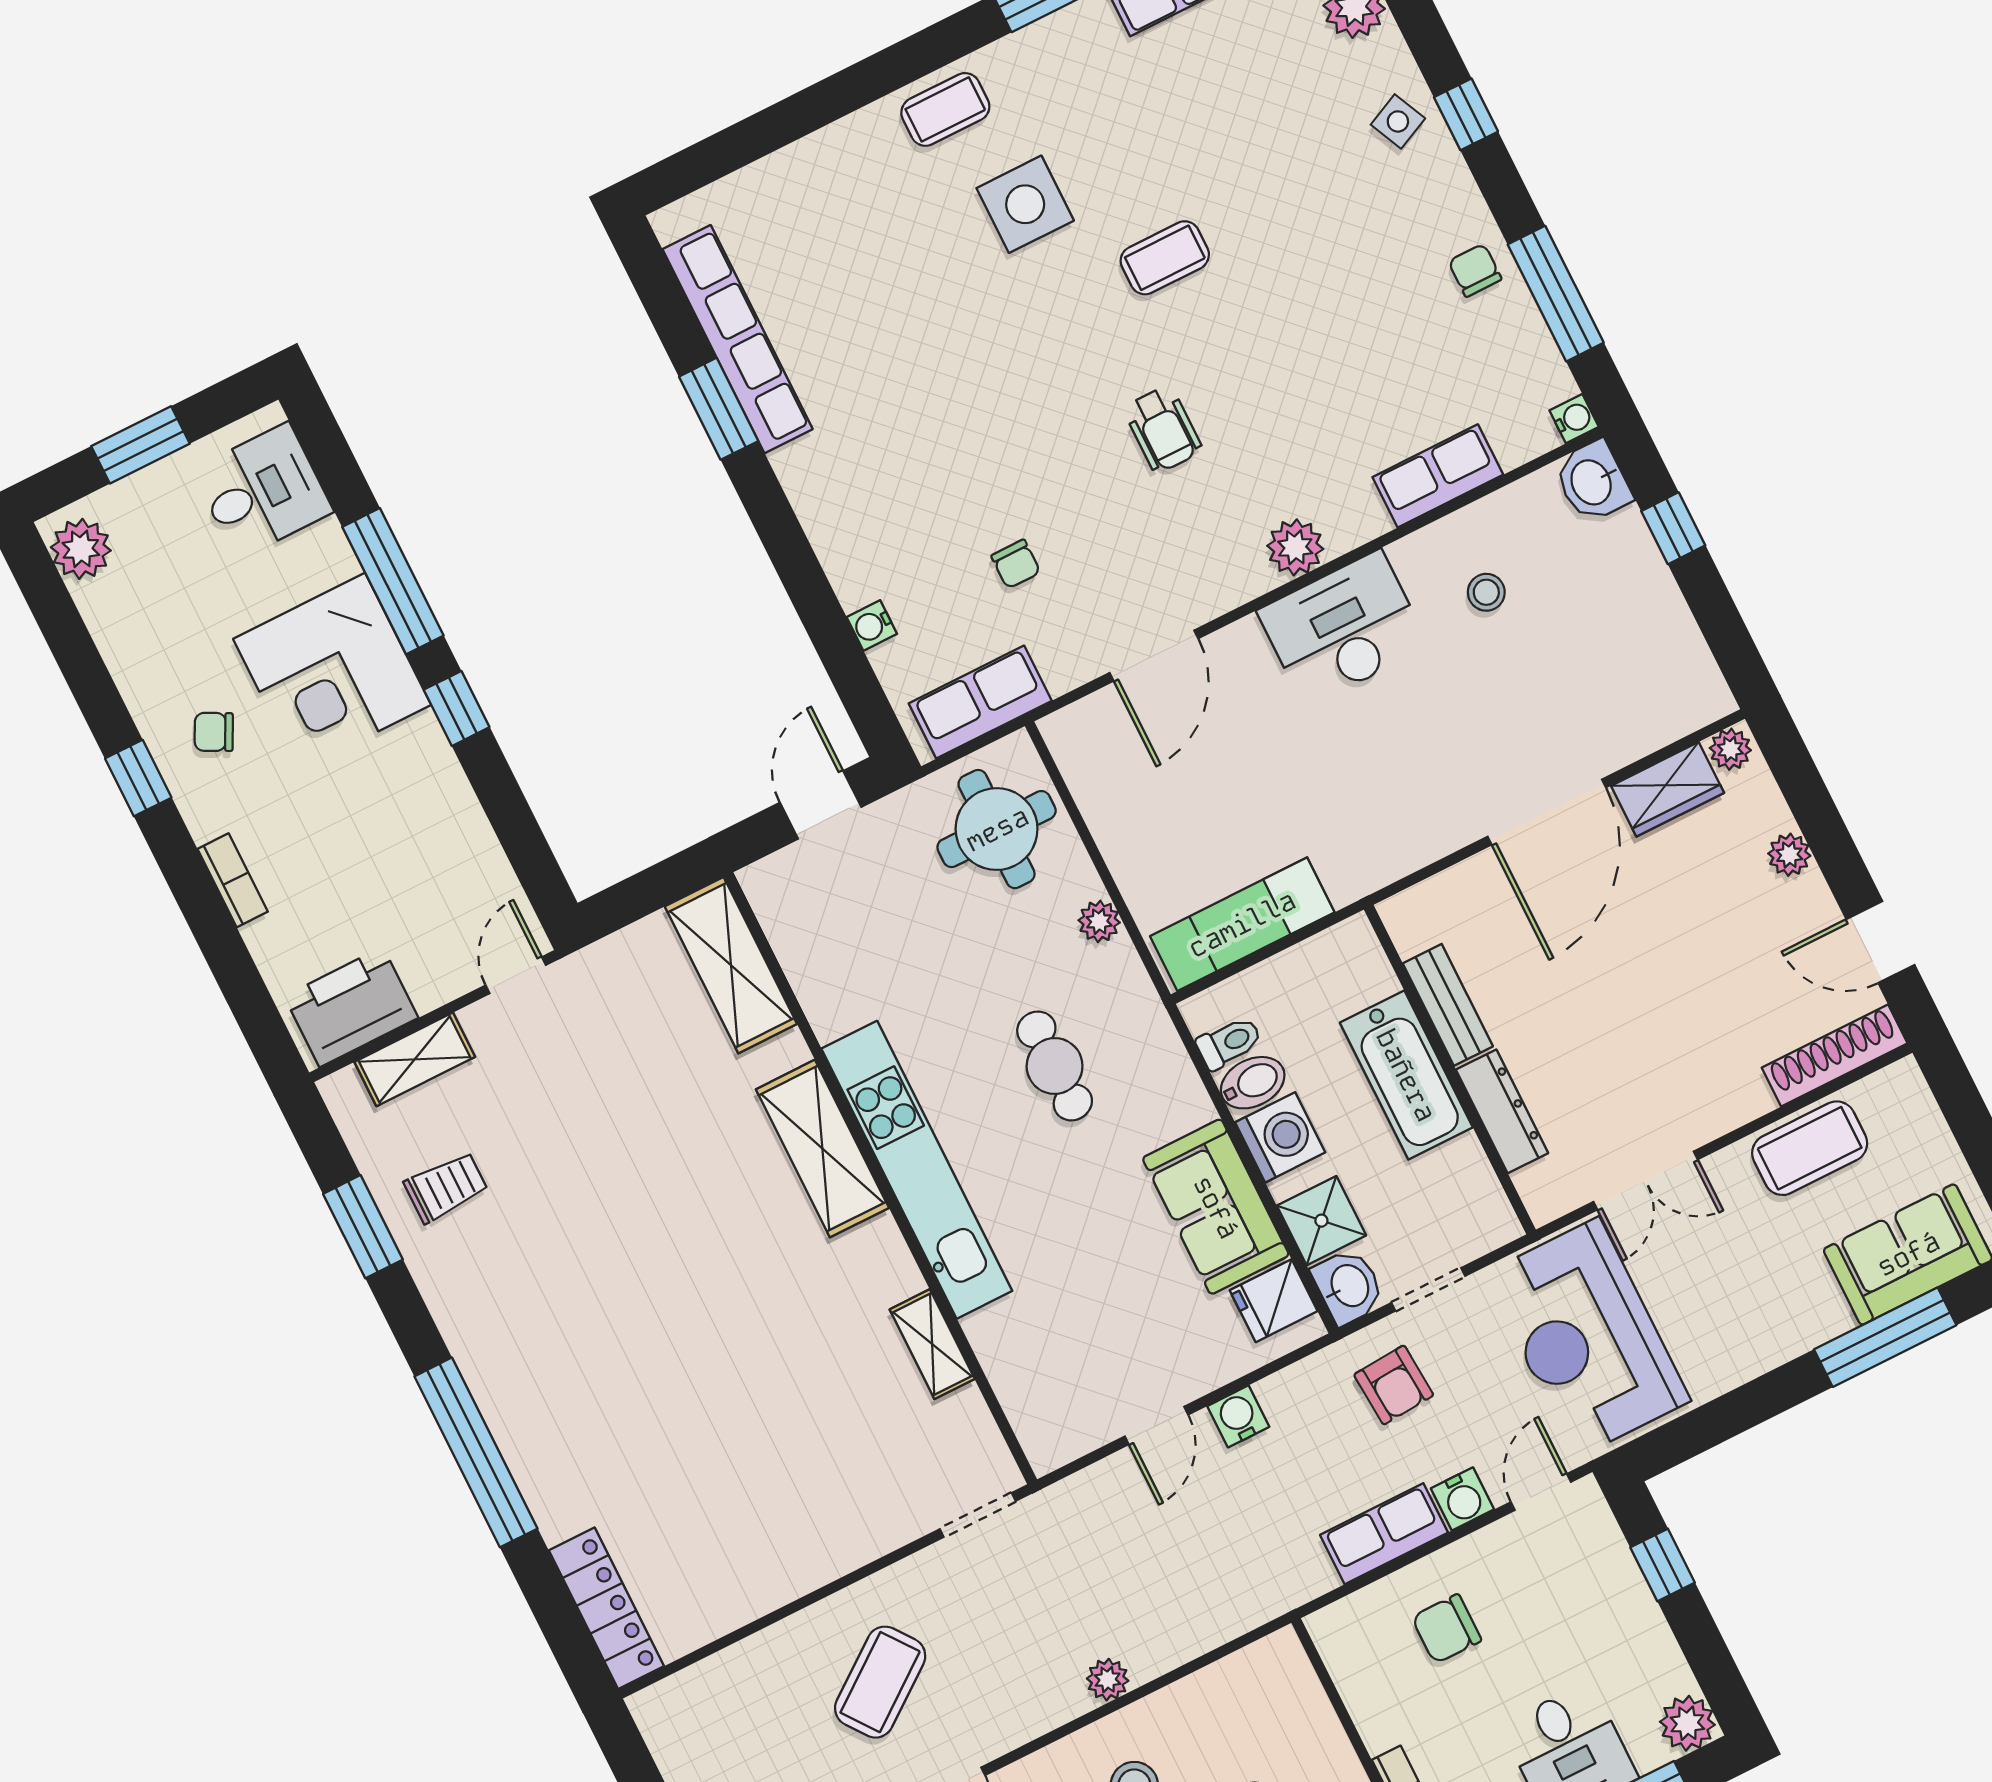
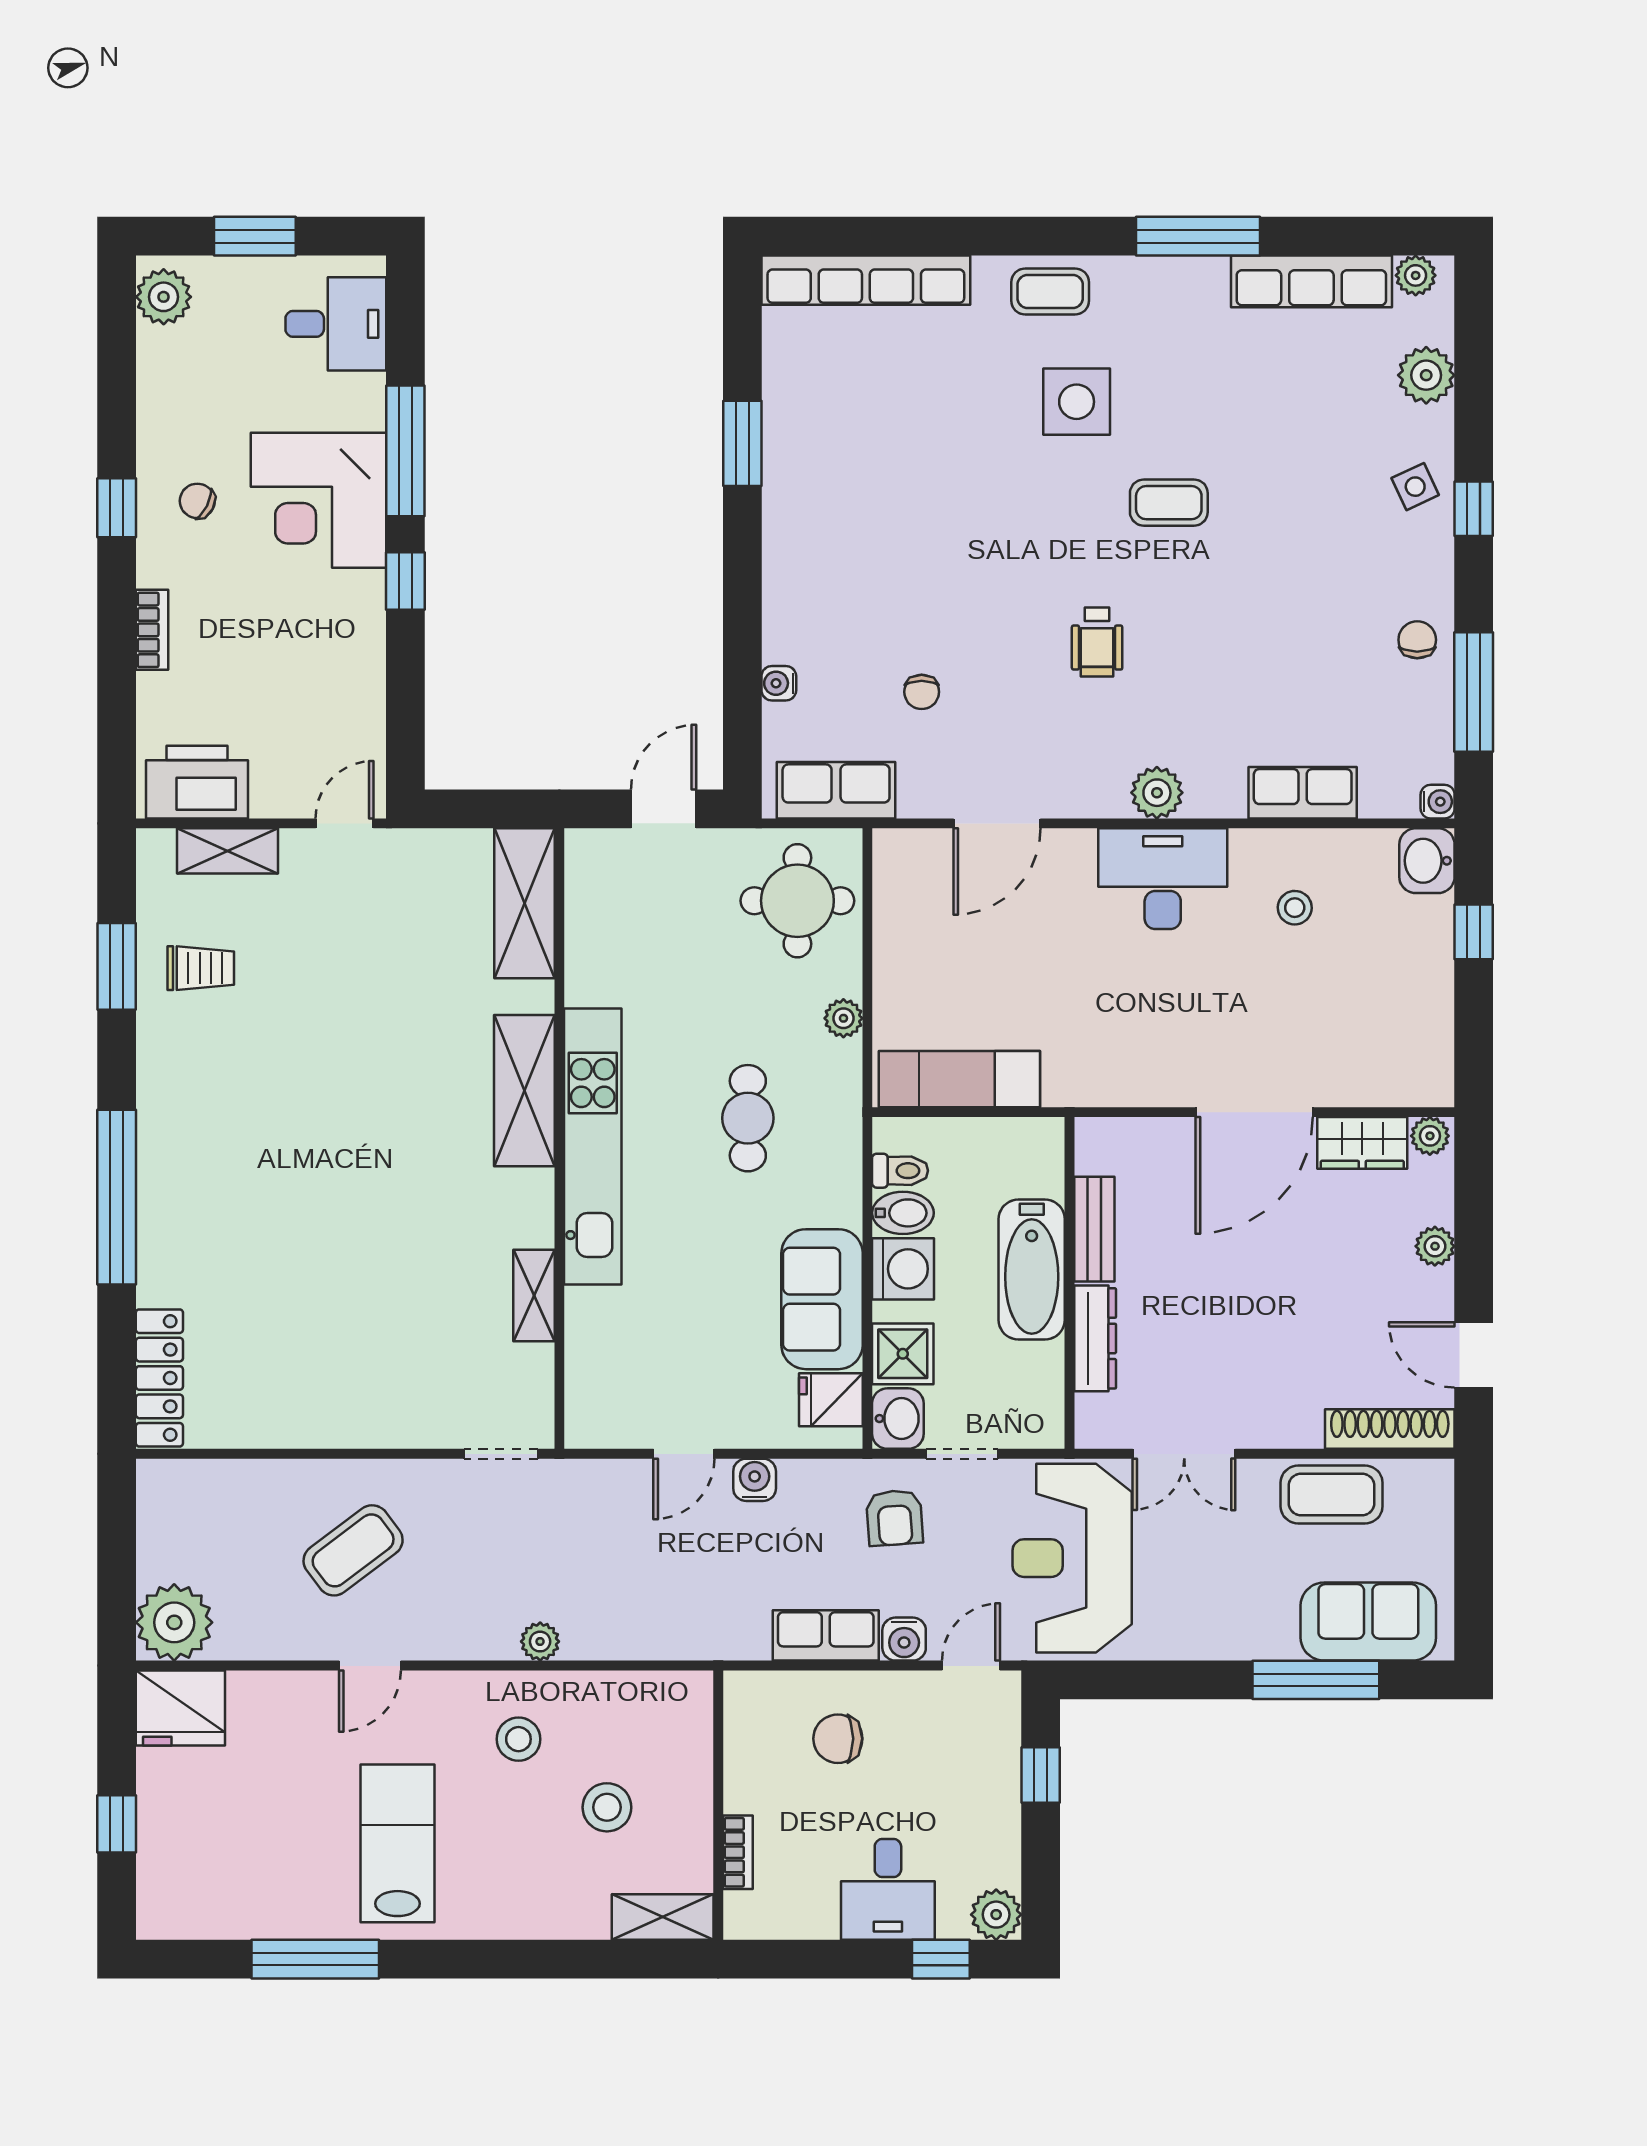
row of seats: (738, 339) -> (866, 280), moved, turned 90

